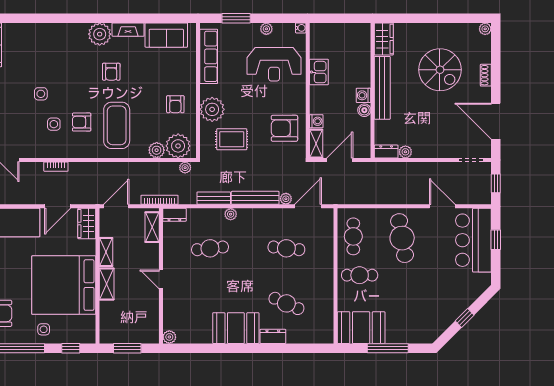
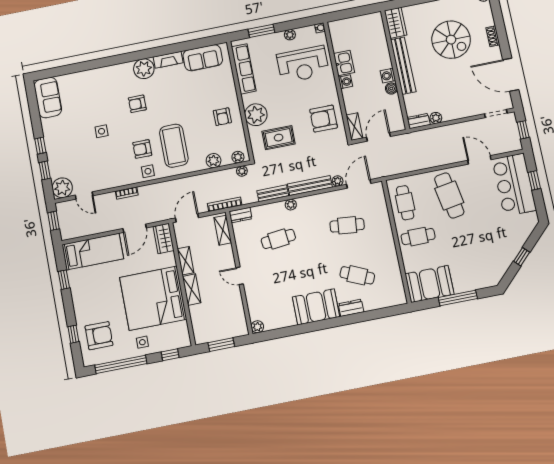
armchair: (111, 72) -> (137, 104), moved, turned 90
washing machine: (316, 121) -> (345, 82), moved
side table: (54, 124) -> (148, 171), moved
plant: (178, 146) -> (238, 157), width x0.53, depth x0.53

